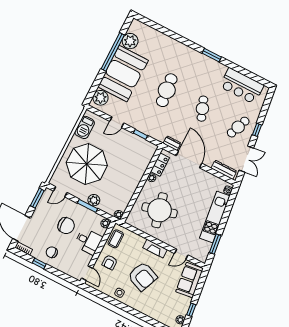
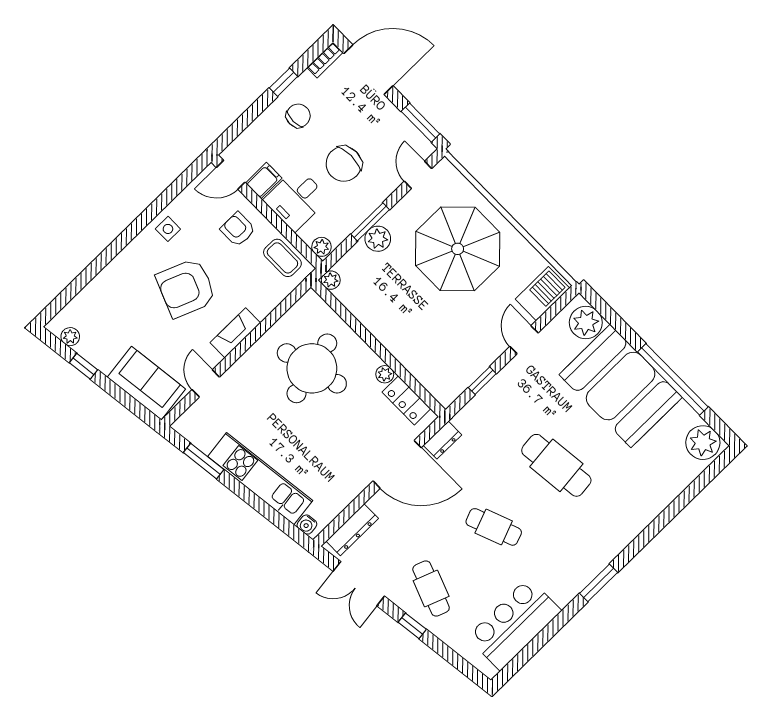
plant: (130, 41) -> (703, 443), moved
barbecue: (85, 127) -> (542, 294), moved, turned 90
filing cabinet: (85, 258) -> (264, 181), added

